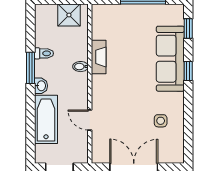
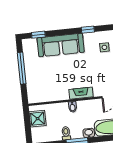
fireplace: (99, 57) -> (81, 93), moved
window: (188, 71) -> (88, 30), moved

